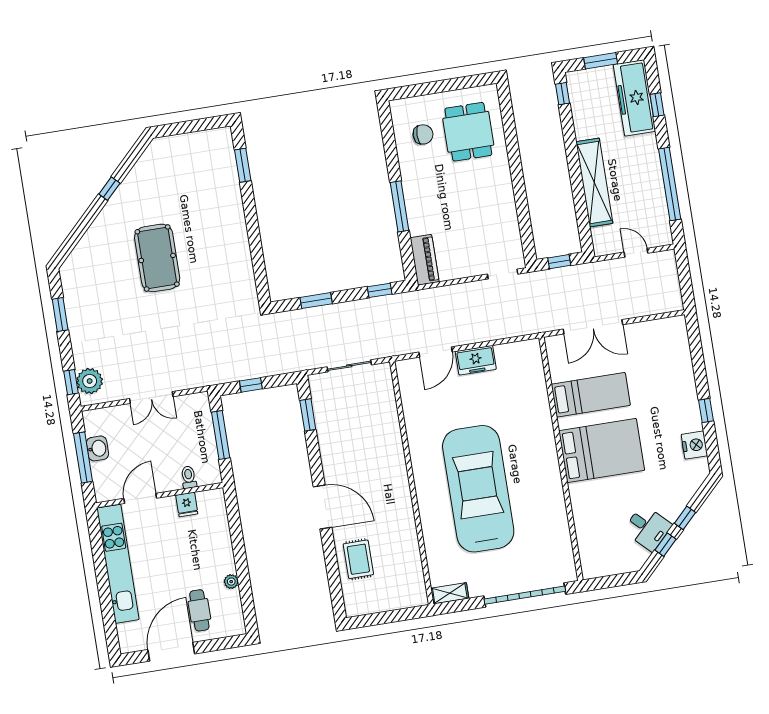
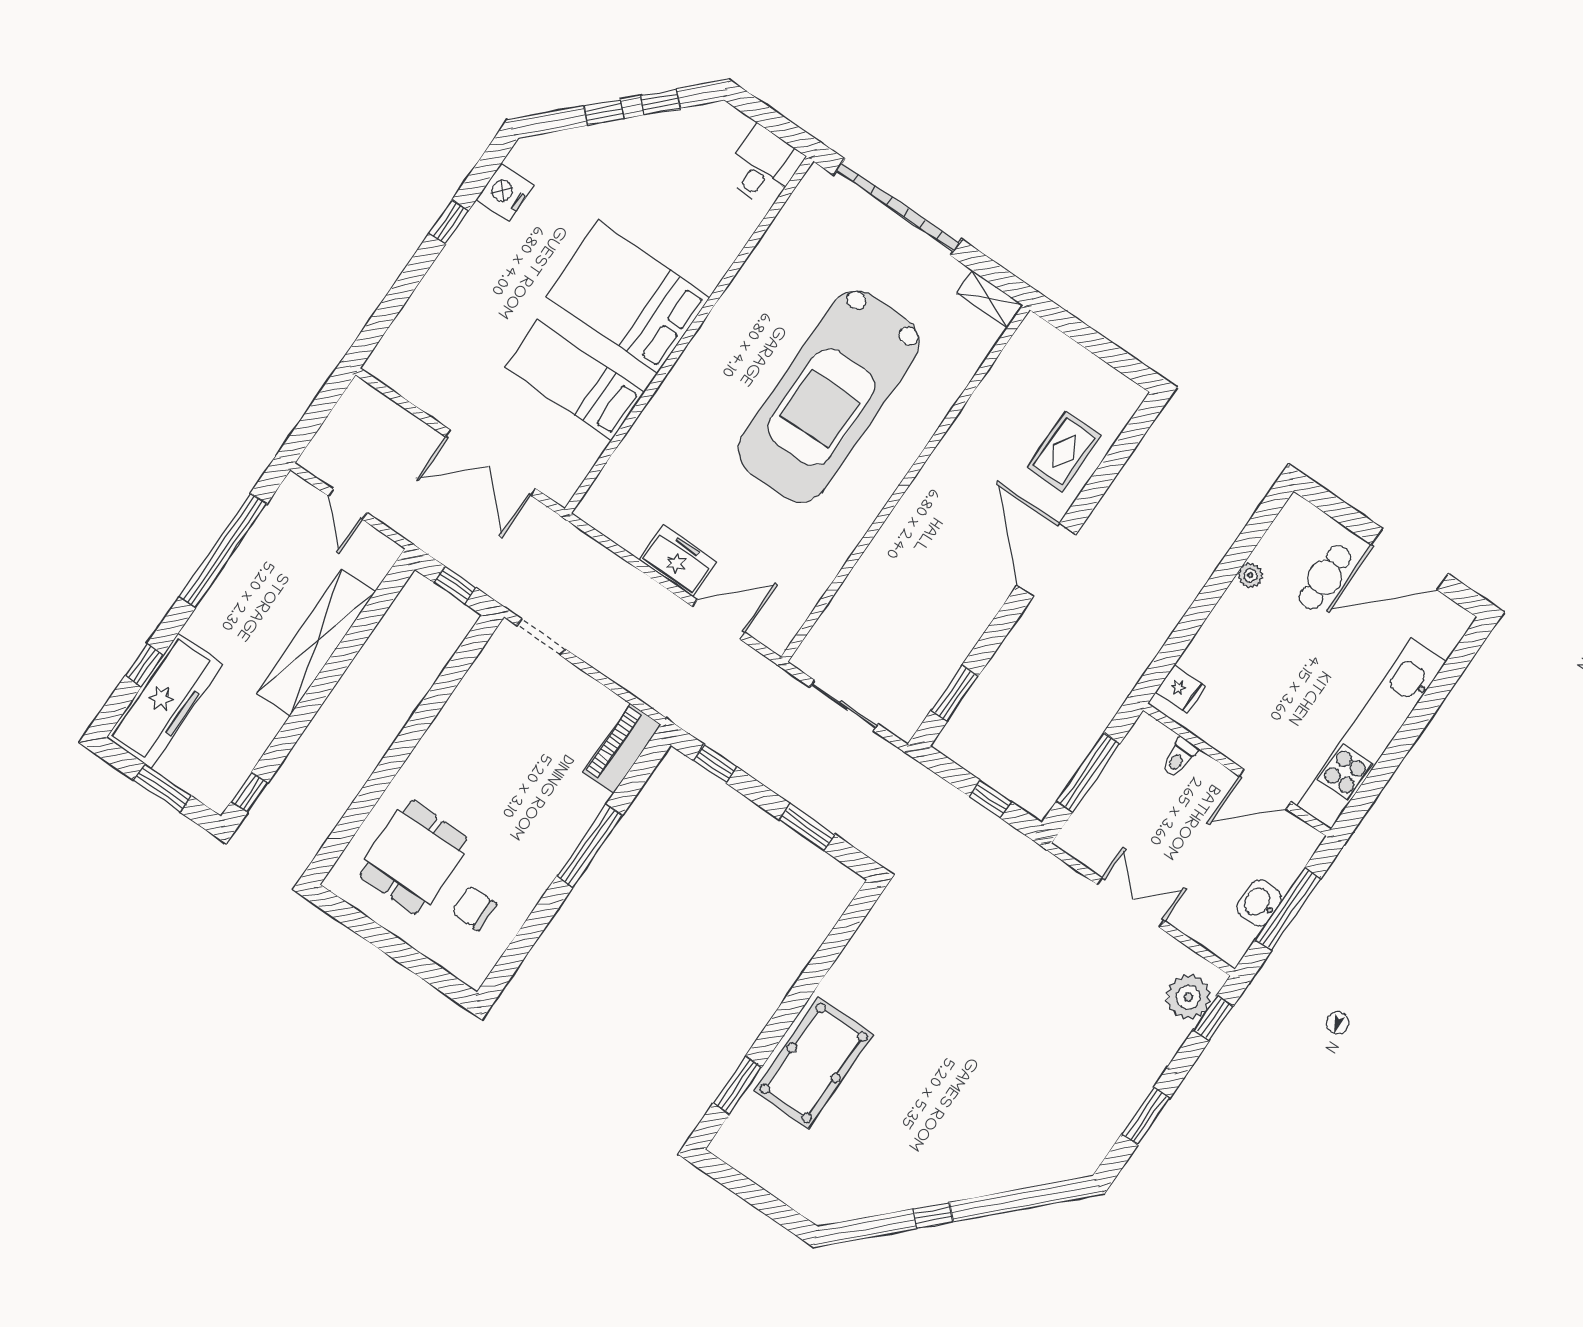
pool table: (157, 258) -> (814, 1063), moved
double door: (593, 327) -> (491, 463), swing flipped
fridge: (187, 504) -> (1181, 689), moved, turned 90
desk: (648, 528) -> (763, 166), moved, turned 45

